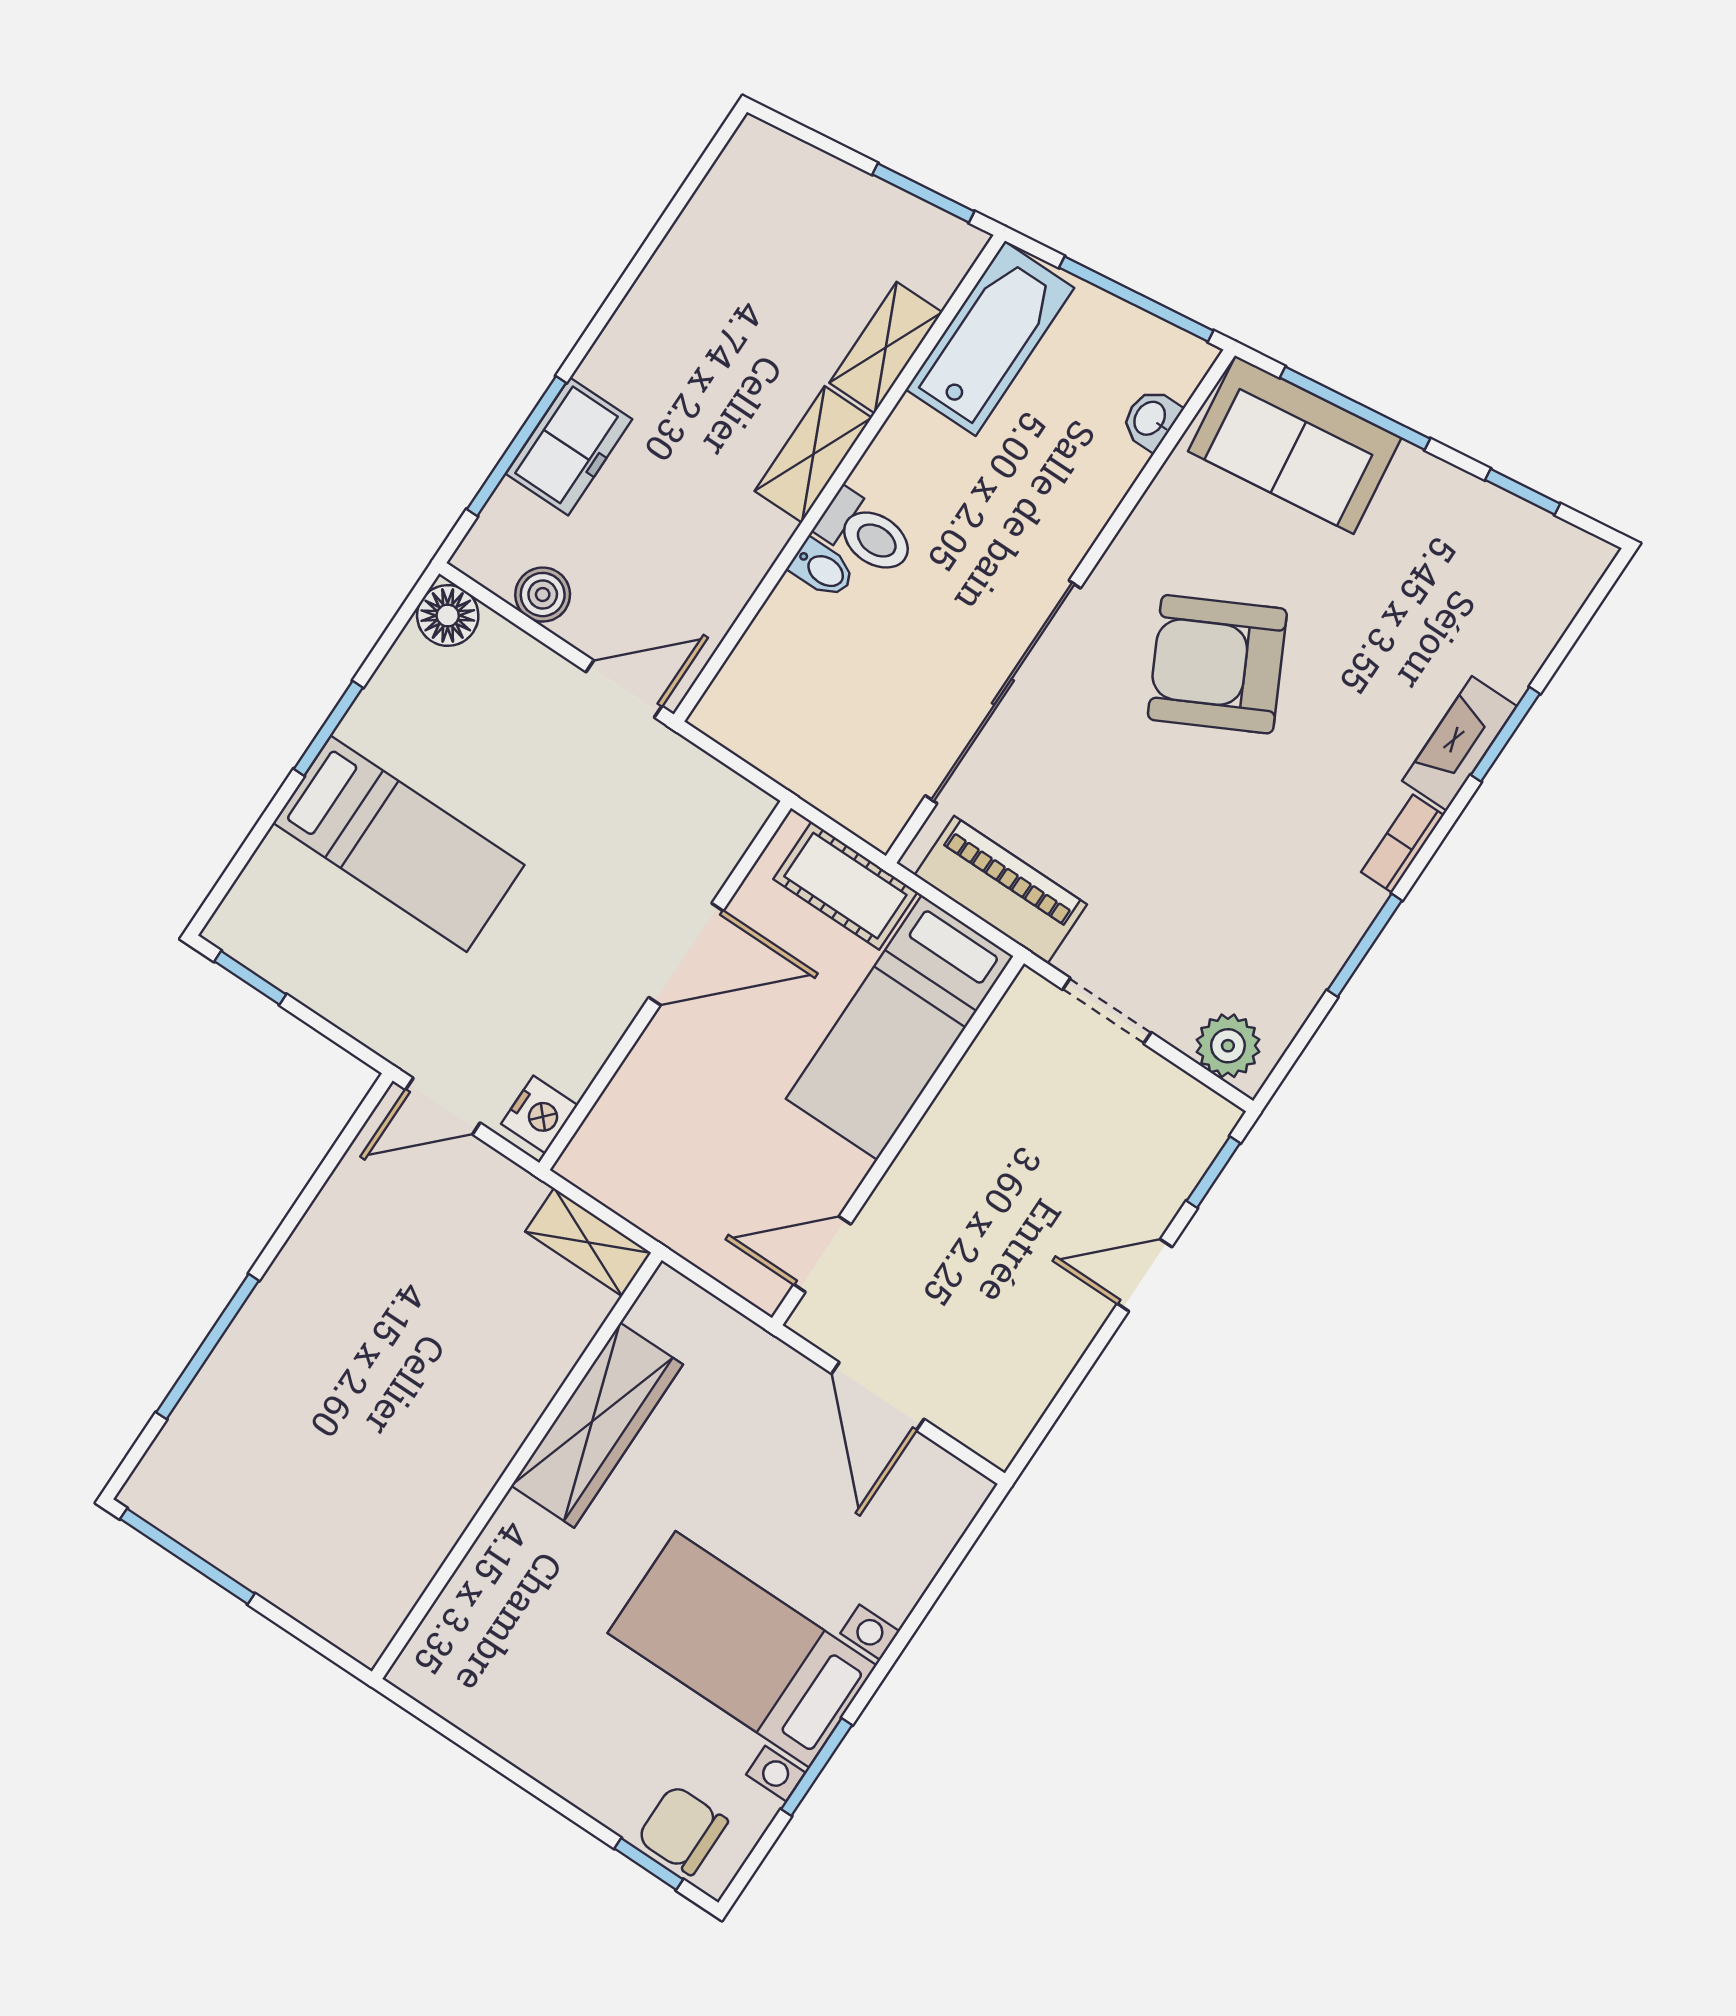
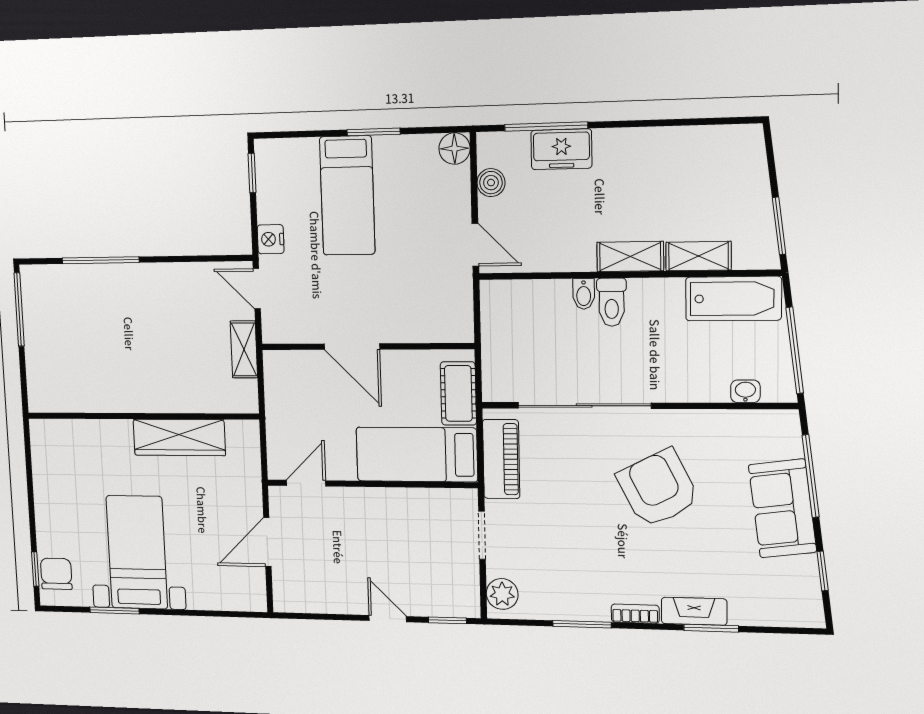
sofa: (1295, 445) -> (783, 508), moved
door: (686, 954) -> (352, 347), moved
nightstand: (539, 1114) -> (271, 239), moved, turned 90
shelving: (588, 1242) -> (244, 349), moved
door: (822, 1254) -> (306, 483), hinge flipped

